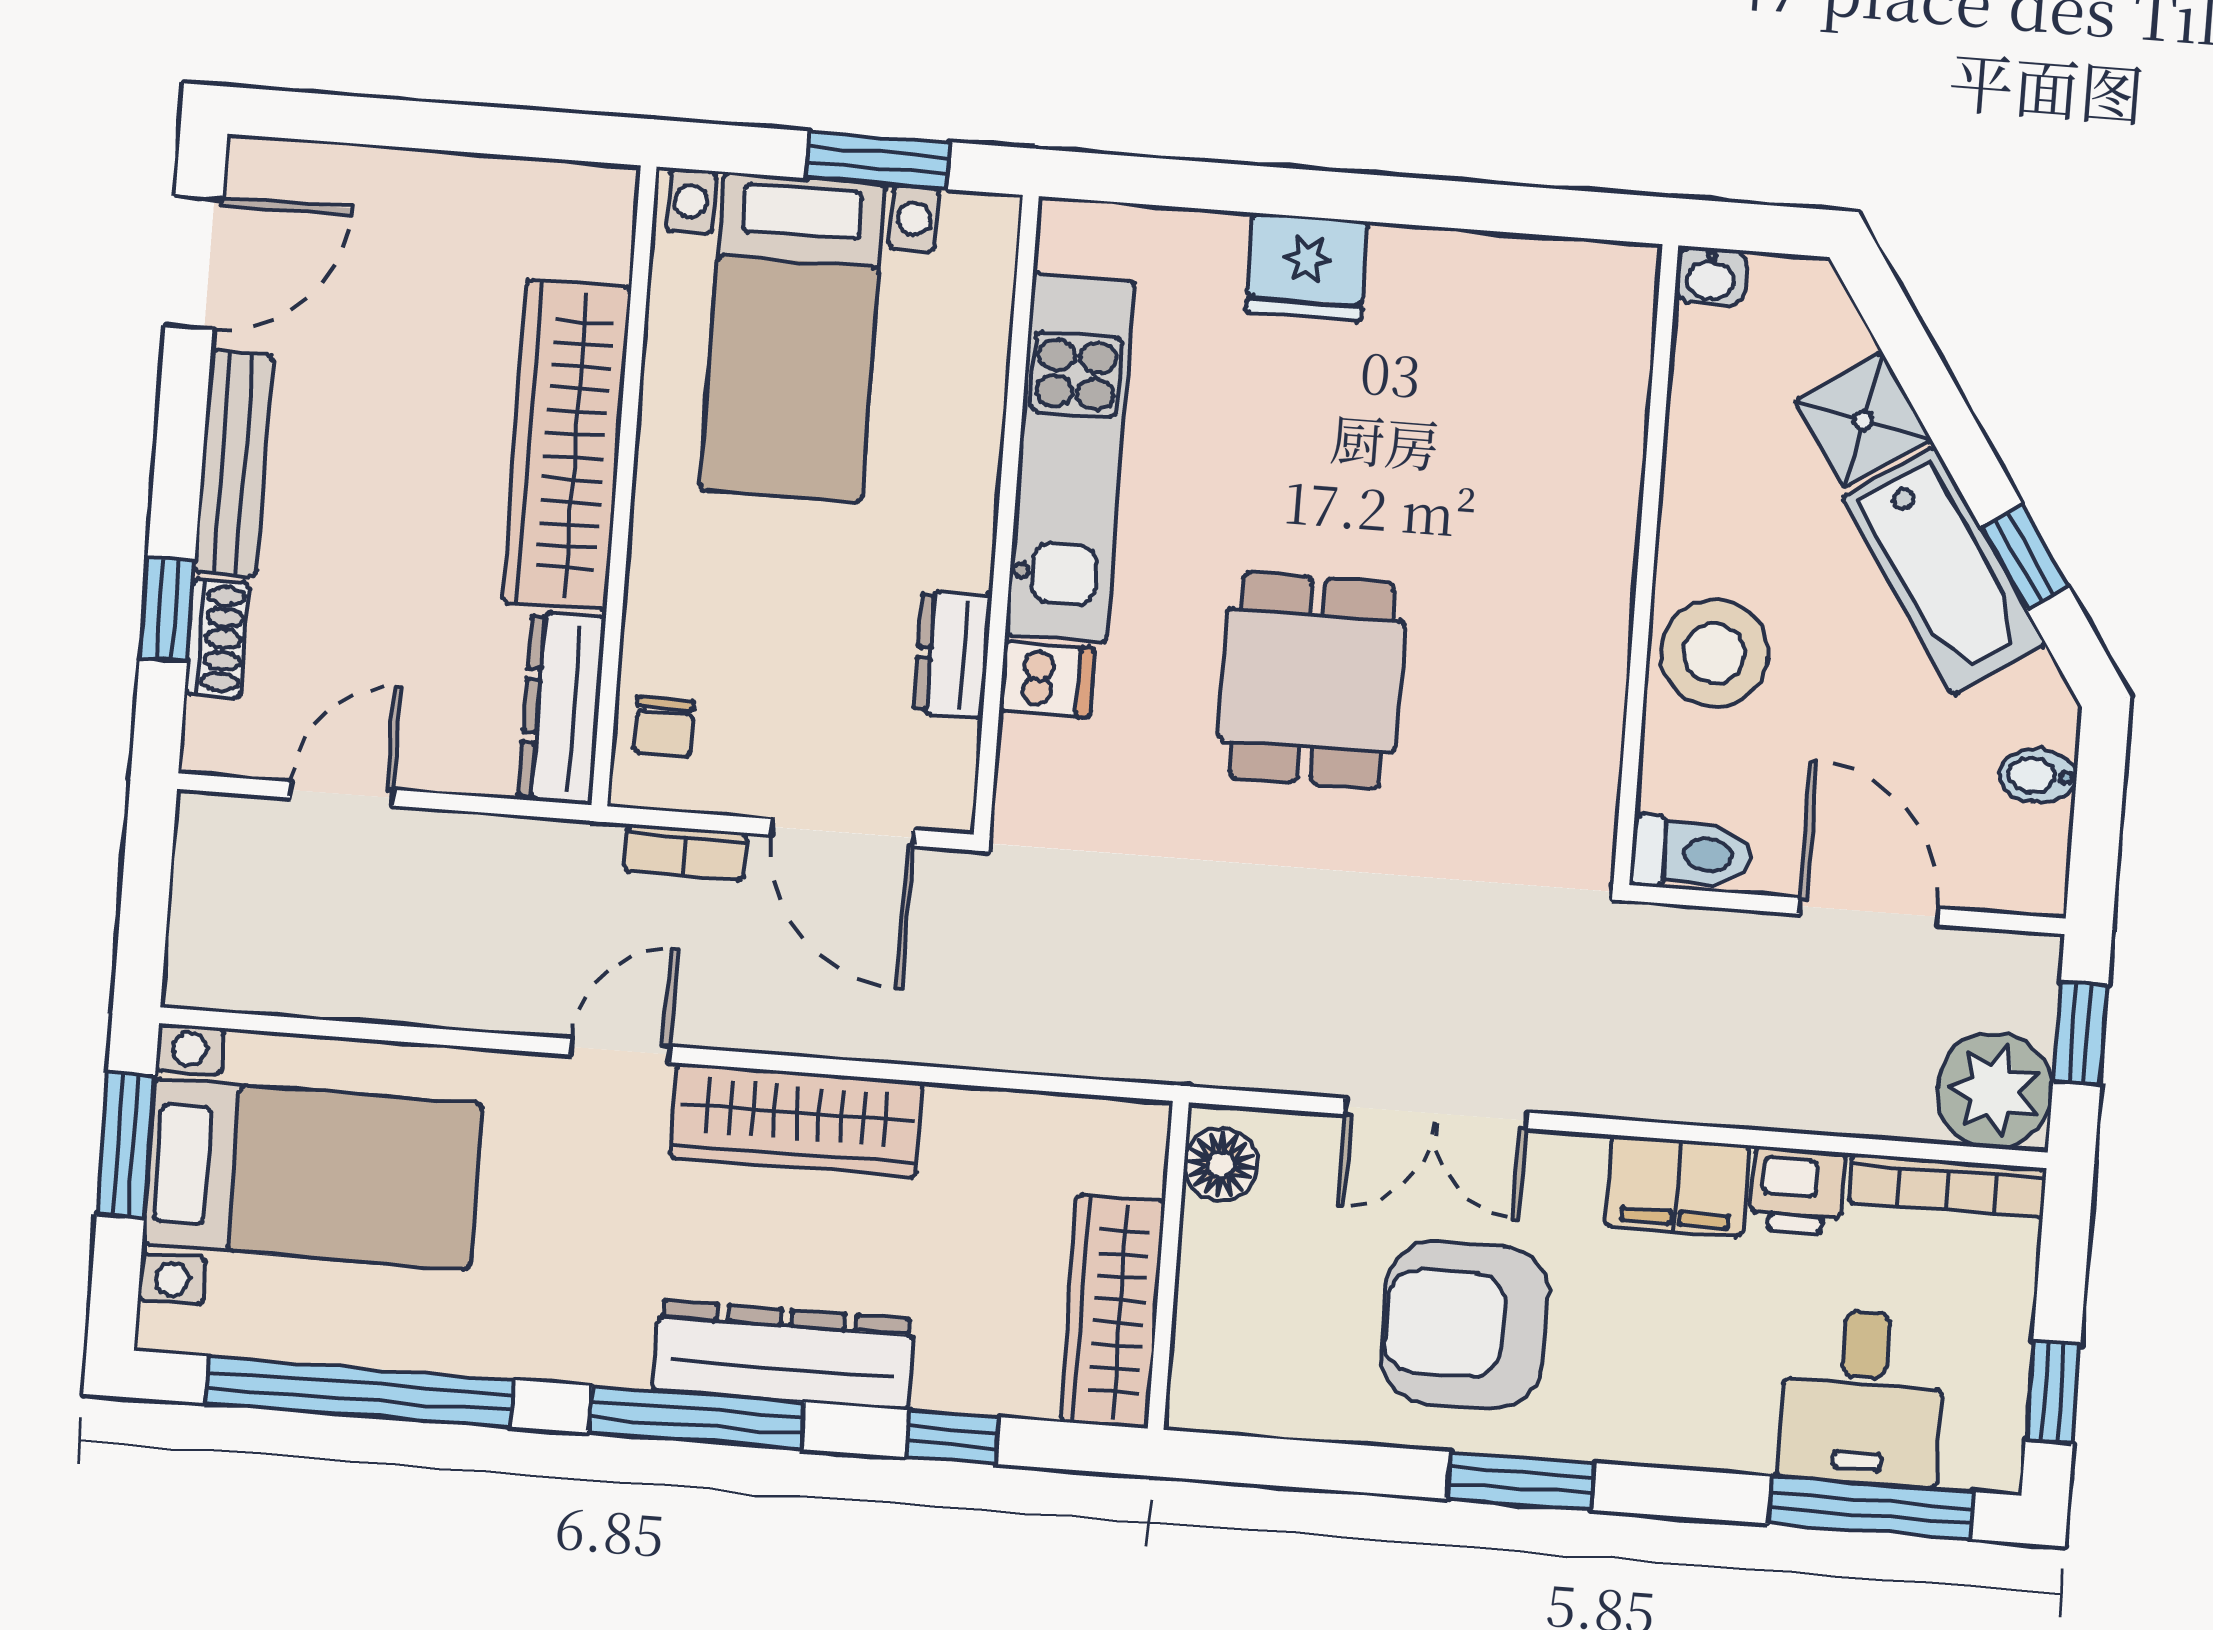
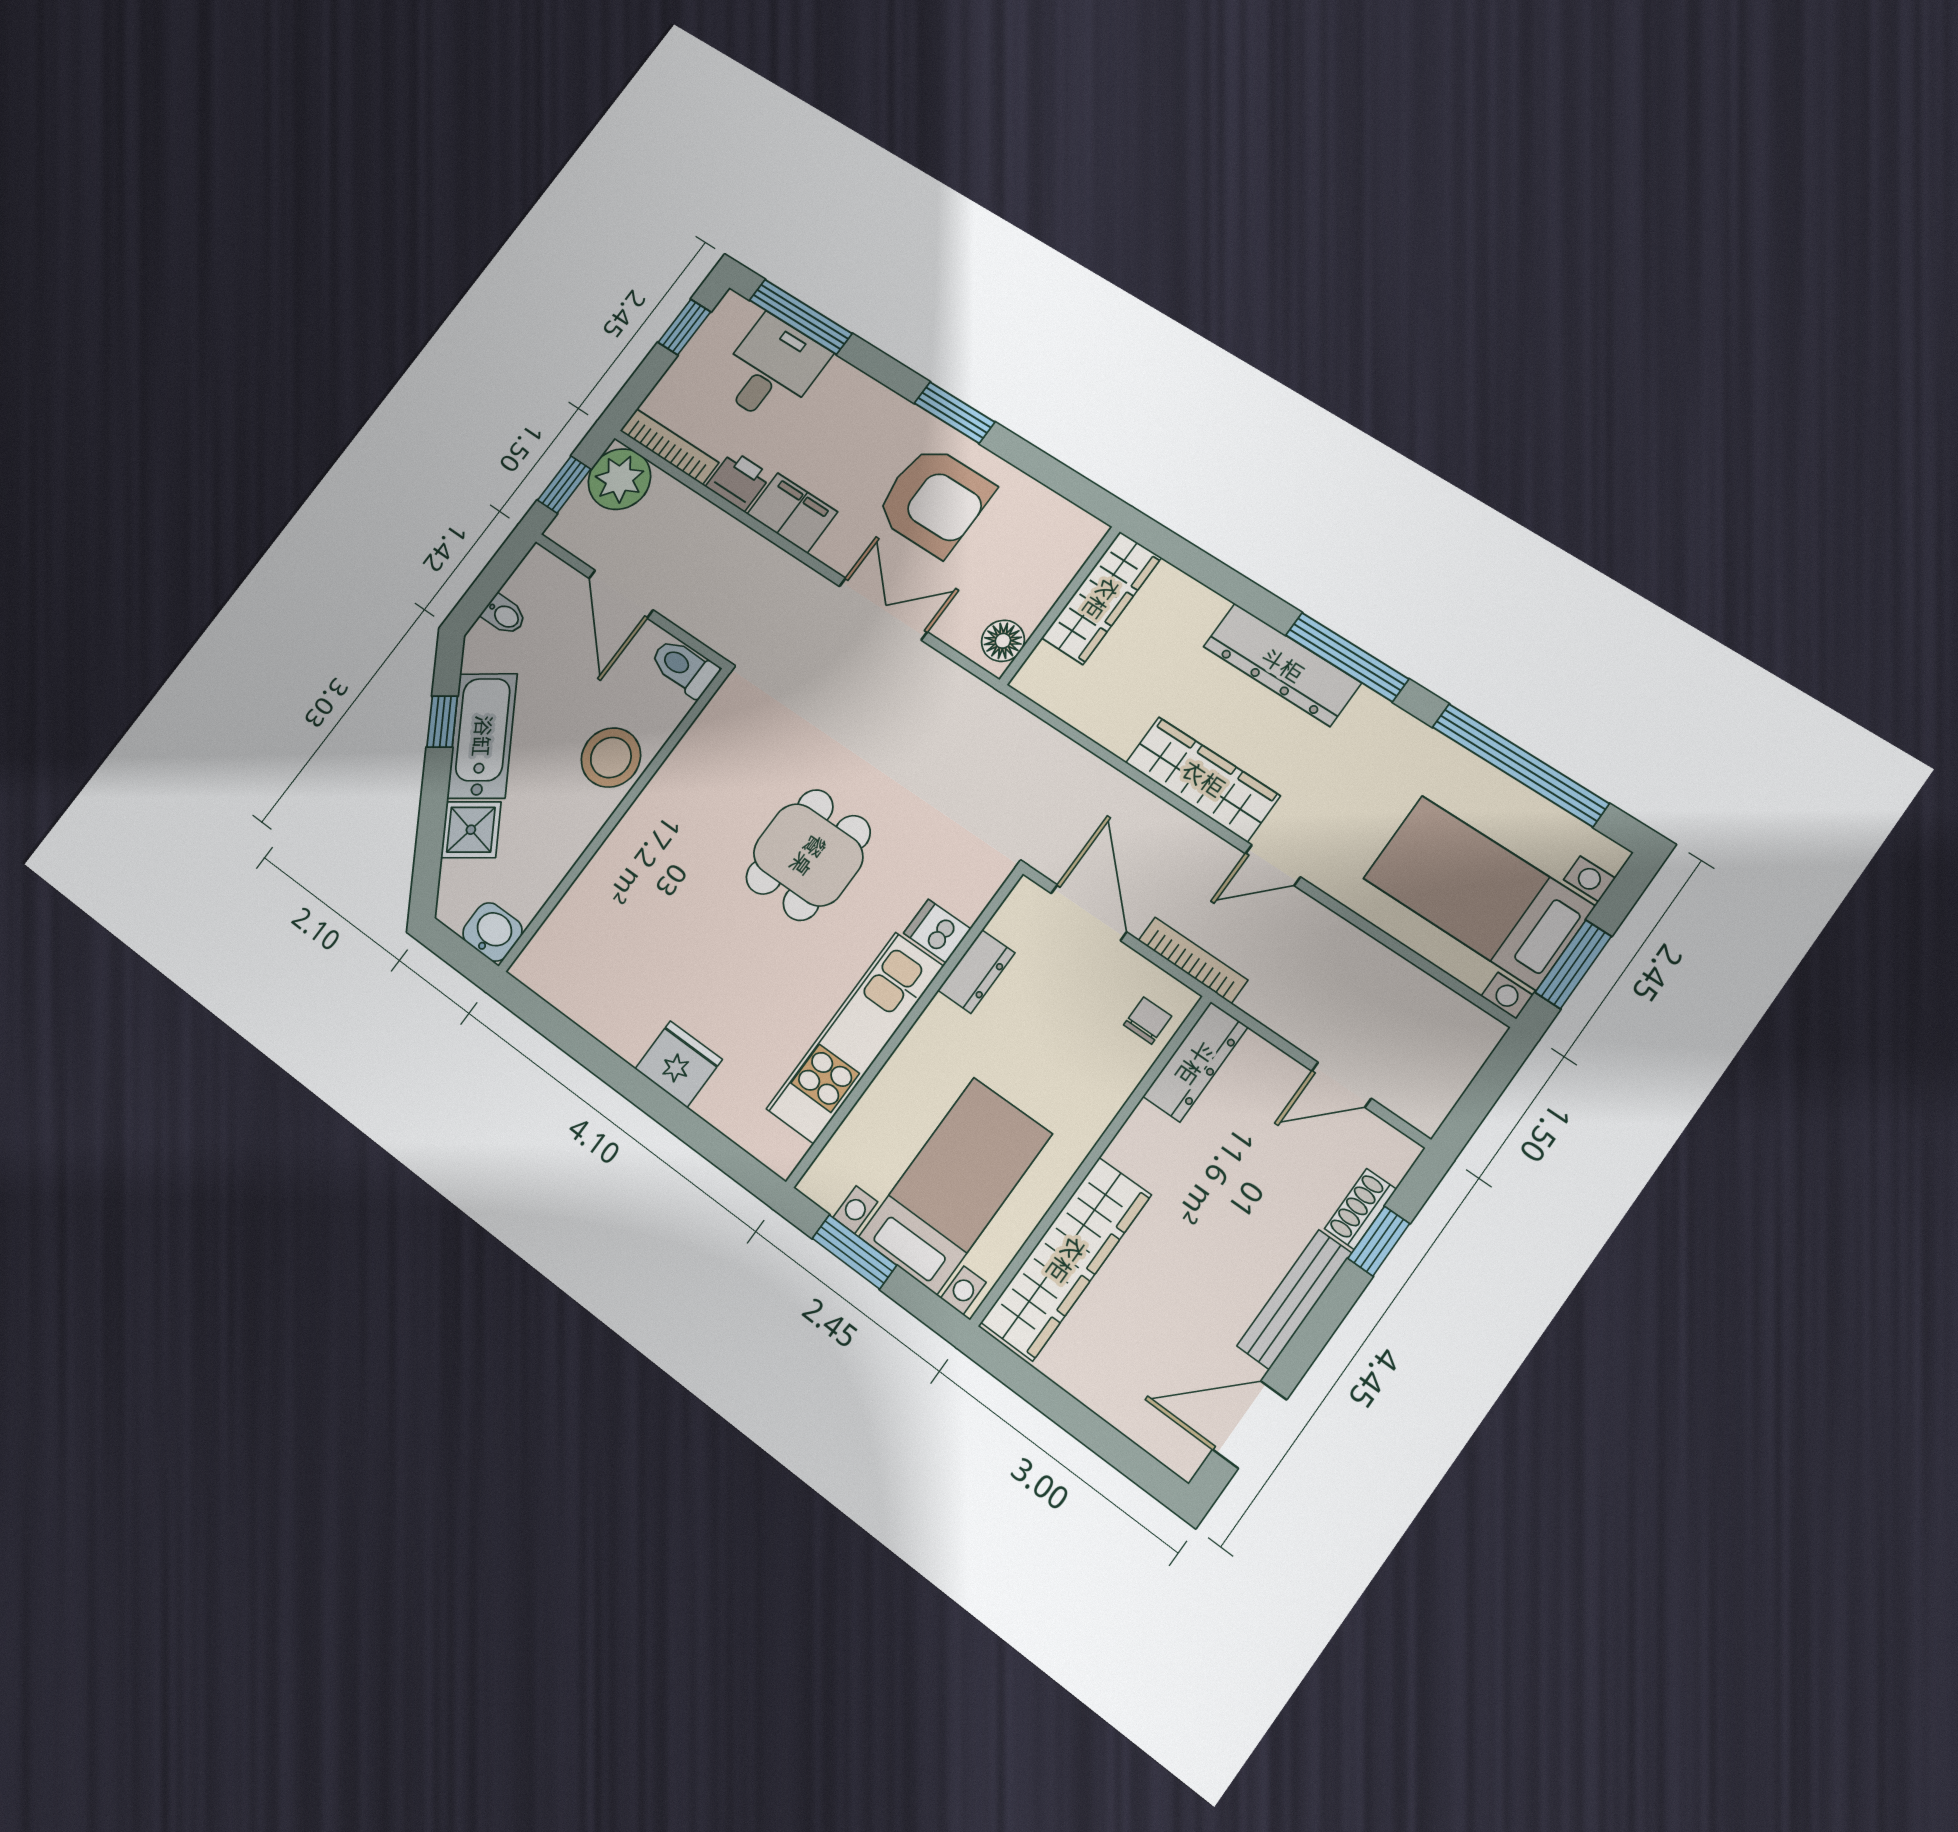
washbasin: (1711, 276) -> (492, 932), width x1.38, depth x1.45
wardrobe: (567, 445) -> (1066, 1259), moved
bookcase: (685, 852) -> (1193, 960), width x1.56
window: (952, 1437) -> (1221, 578), removed

